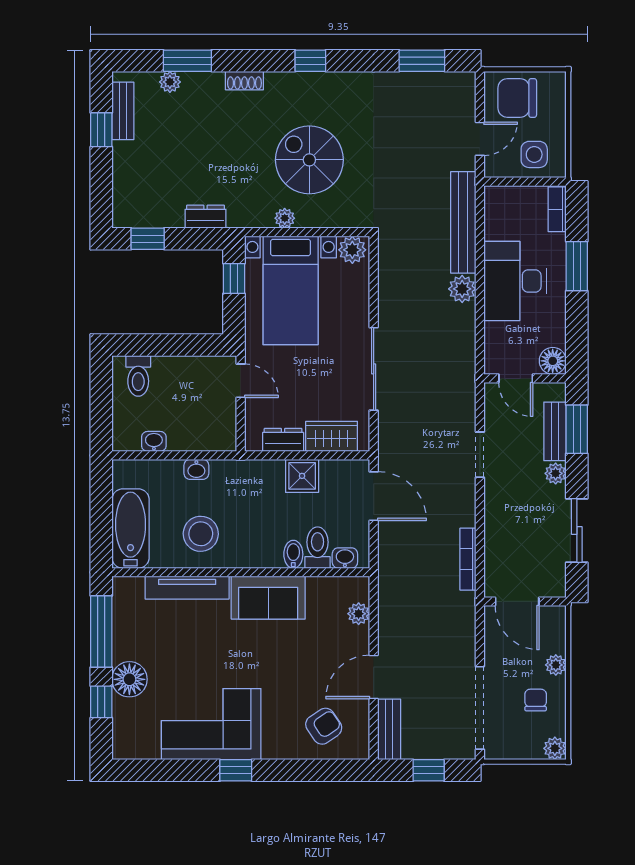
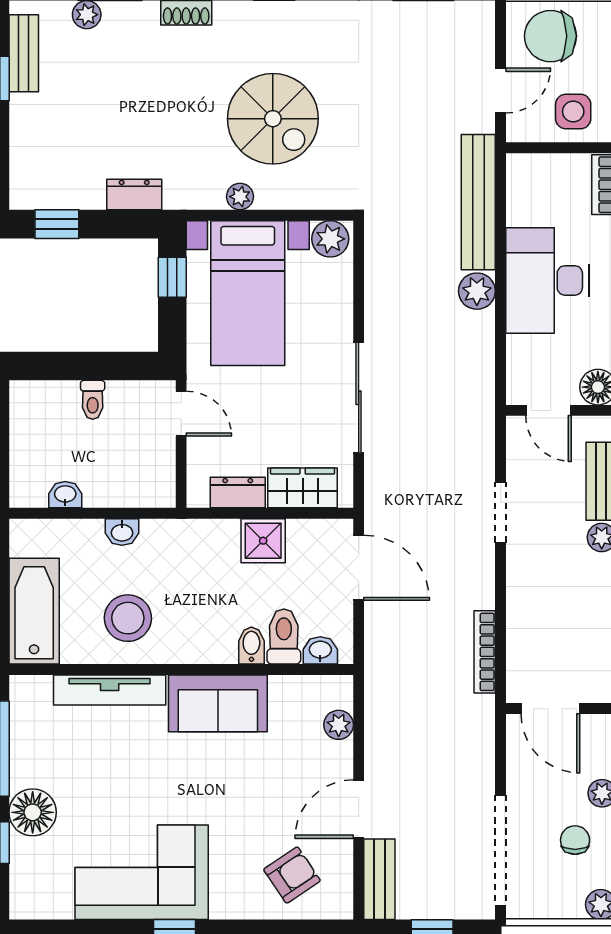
spiral stairs: (309, 160) -> (273, 119), turned 180
toilet: (138, 376) -> (93, 400), moved, width x0.73, depth x0.72

